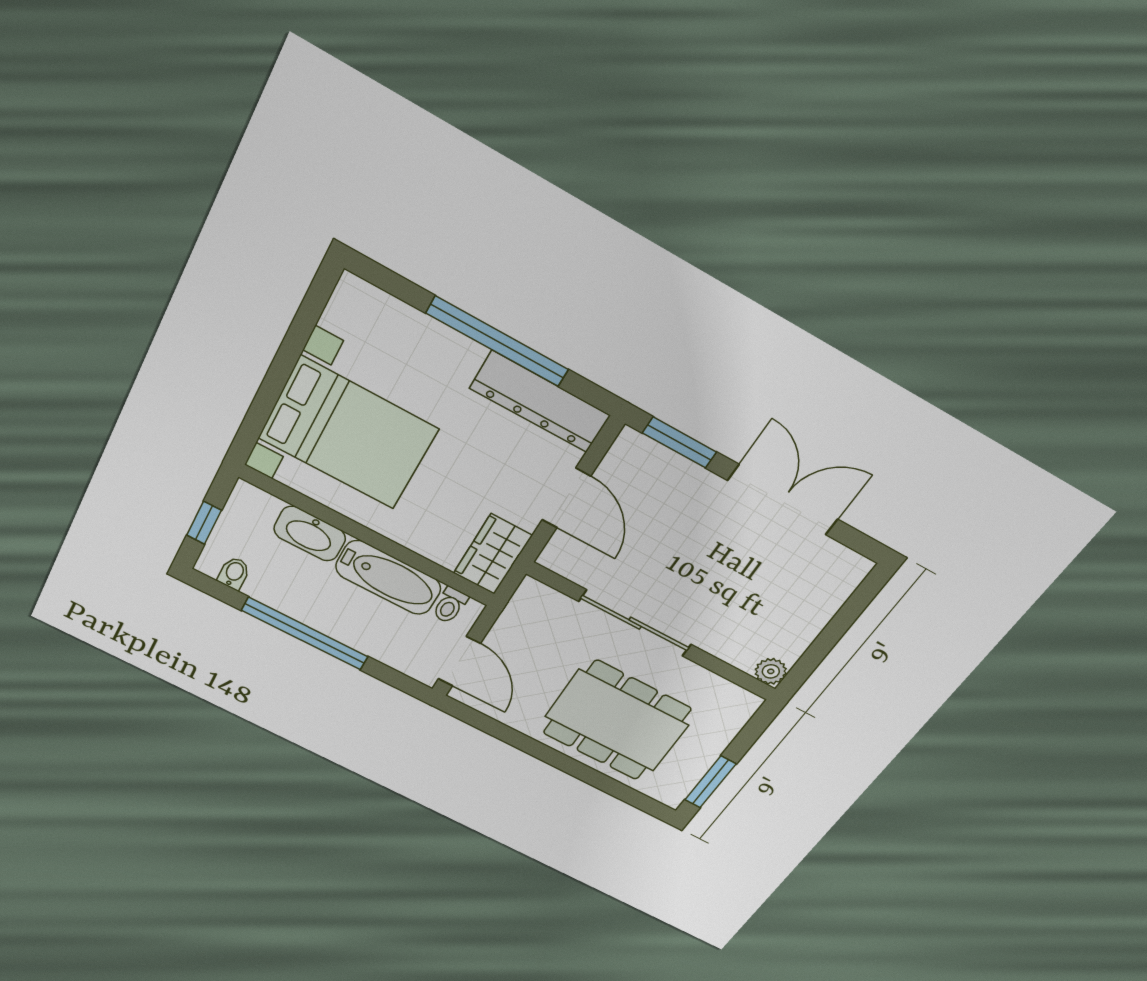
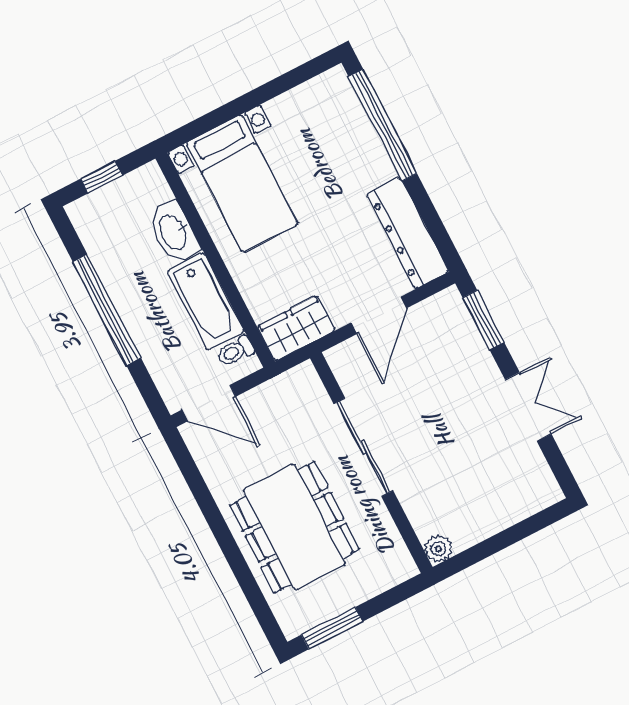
window: (497, 341) -> (383, 125), moved
bed with nightstands: (348, 433) -> (242, 184), width x0.73
double door: (783, 500) -> (528, 407), width x0.73
bidet: (234, 573) -> (92, 229), removed
door: (459, 661) -> (209, 403), hinge flipped

